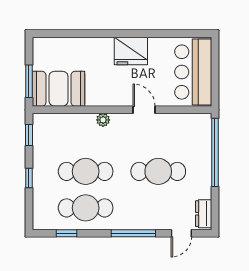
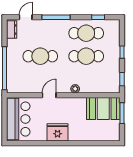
door: (144, 110) -> (49, 95), swing flipped

